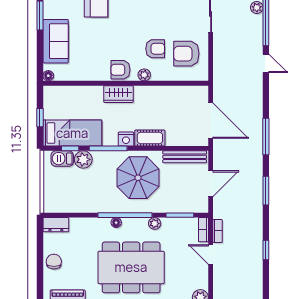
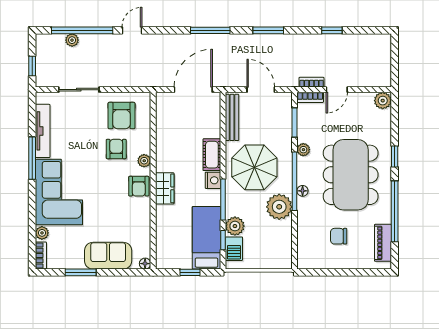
plant: (101, 201) -> (279, 207), added
dresser: (56, 225) -> (305, 255), removed
chair: (54, 262) -> (339, 236), moved

